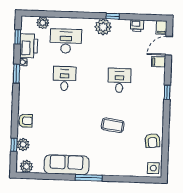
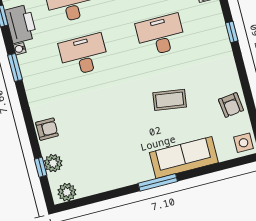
desk: (64, 79) -> (84, 55), width x1.37
desk: (119, 80) -> (161, 35), width x1.37
sofa: (67, 165) -> (184, 158), moved

